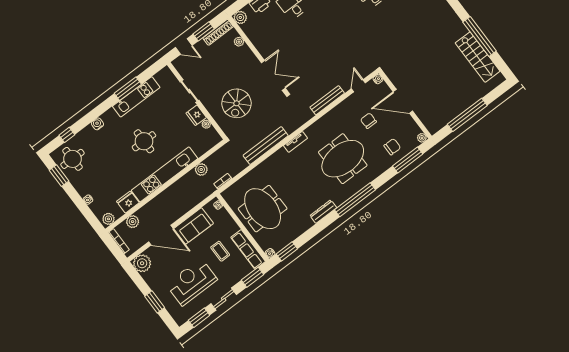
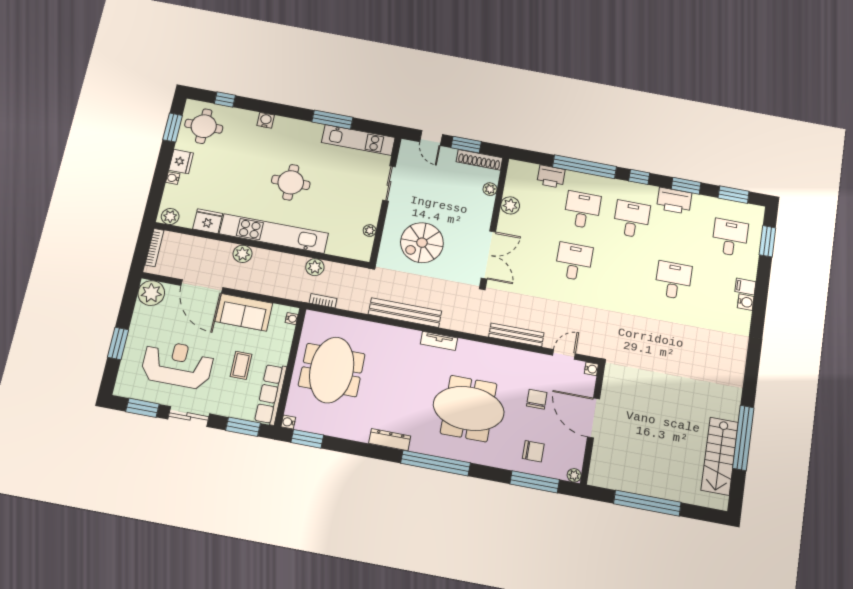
plant: (240, 17) -> (510, 205), moved
desk: (316, 35) -> (574, 262), added
kitchen unit: (136, 97) -> (358, 140), moved
fridge: (196, 115) -> (181, 162), moved, turned 180
plant: (133, 222) -> (243, 254), moved

